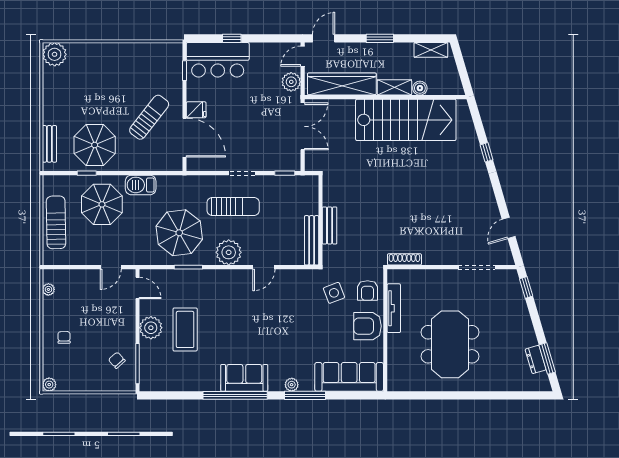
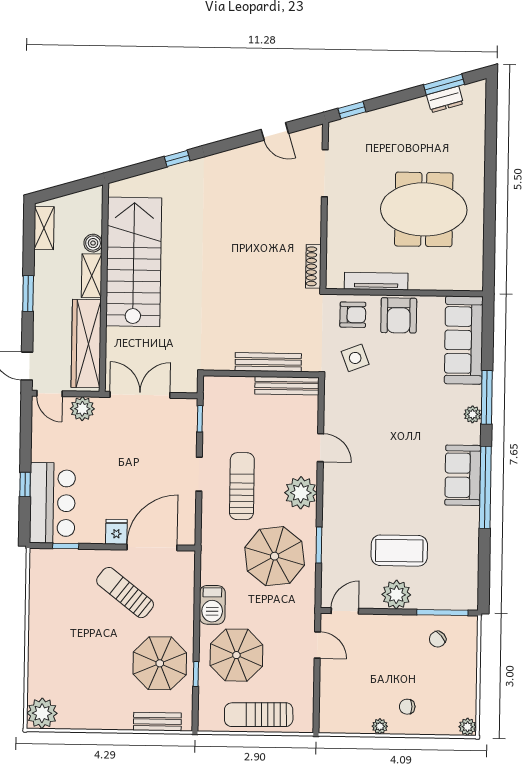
bench: (330, 225) -> (268, 362), width x1.36
plant: (48, 289) -> (380, 726), moved

